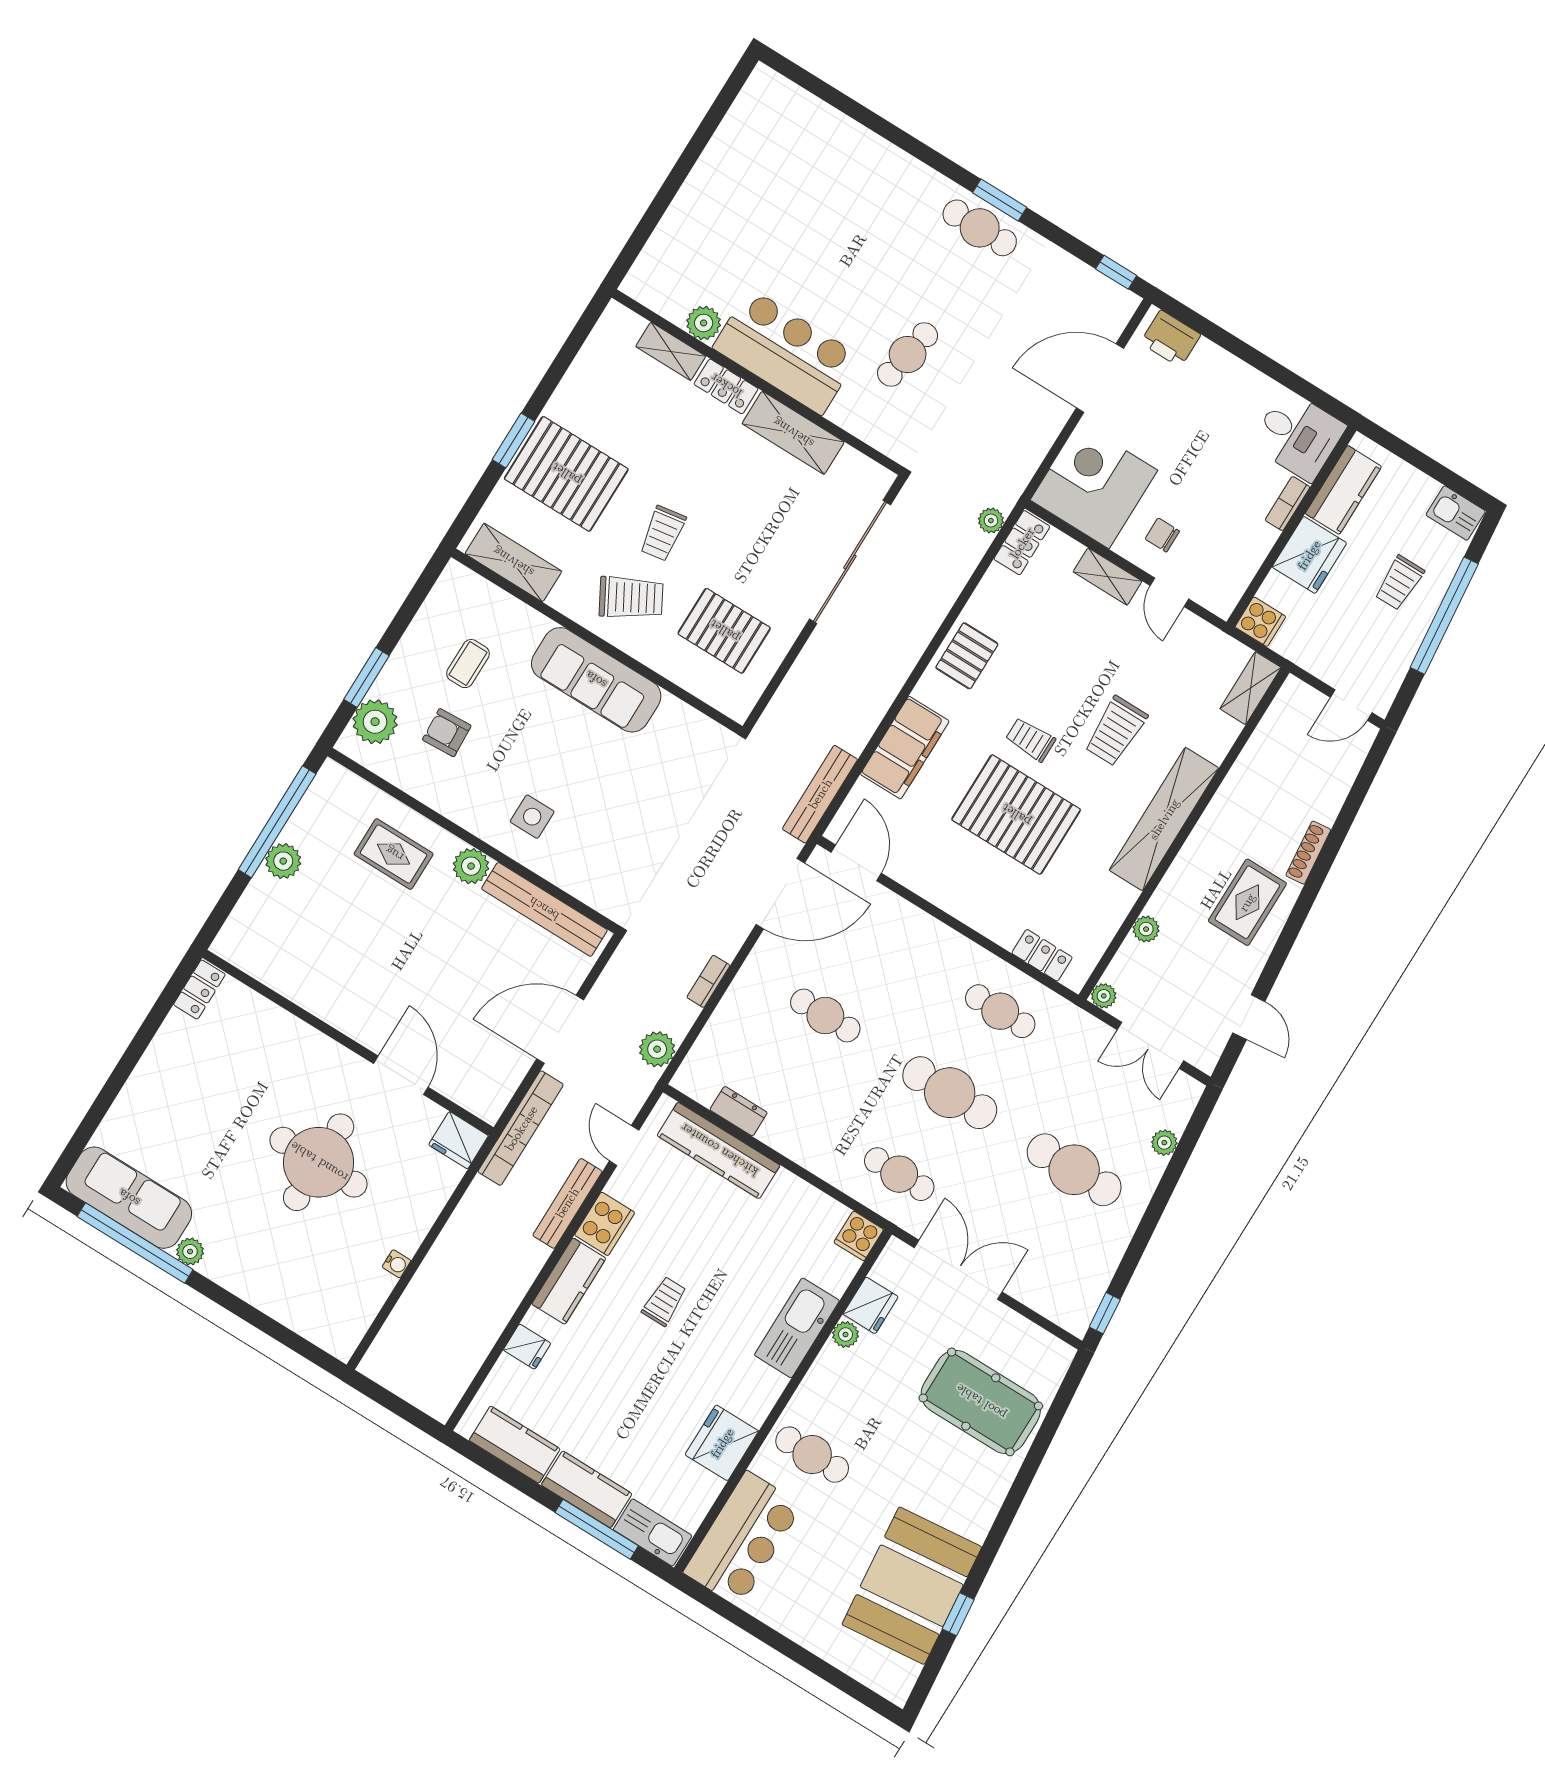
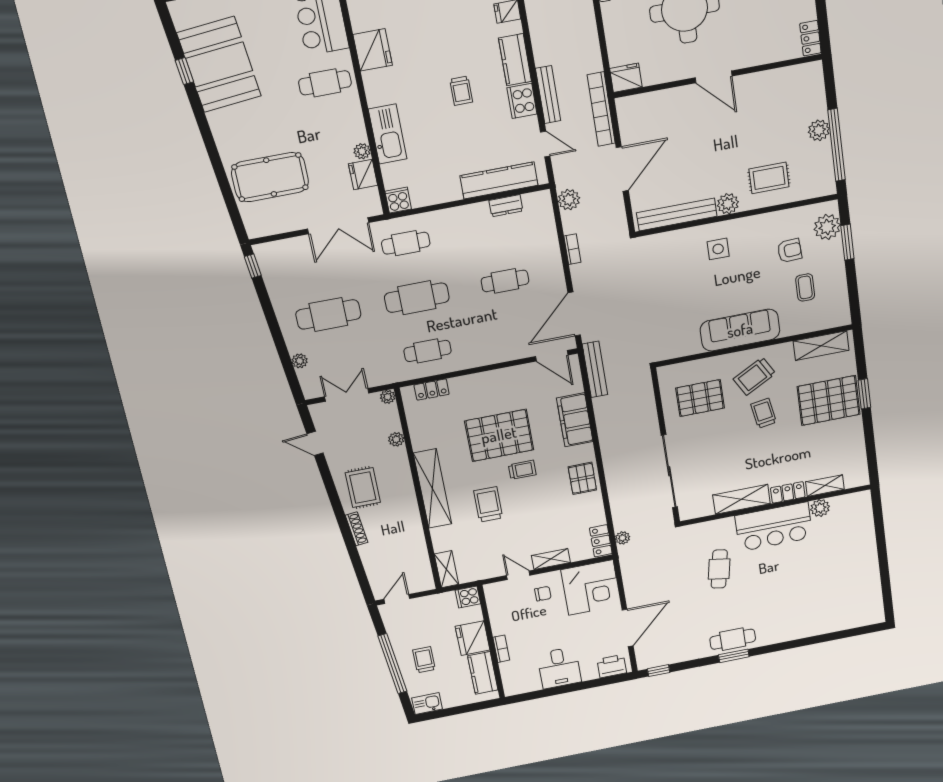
desk: (1298, 435) -> (559, 668), moved, turned -90
door: (401, 1075) -> (714, 77), moved

